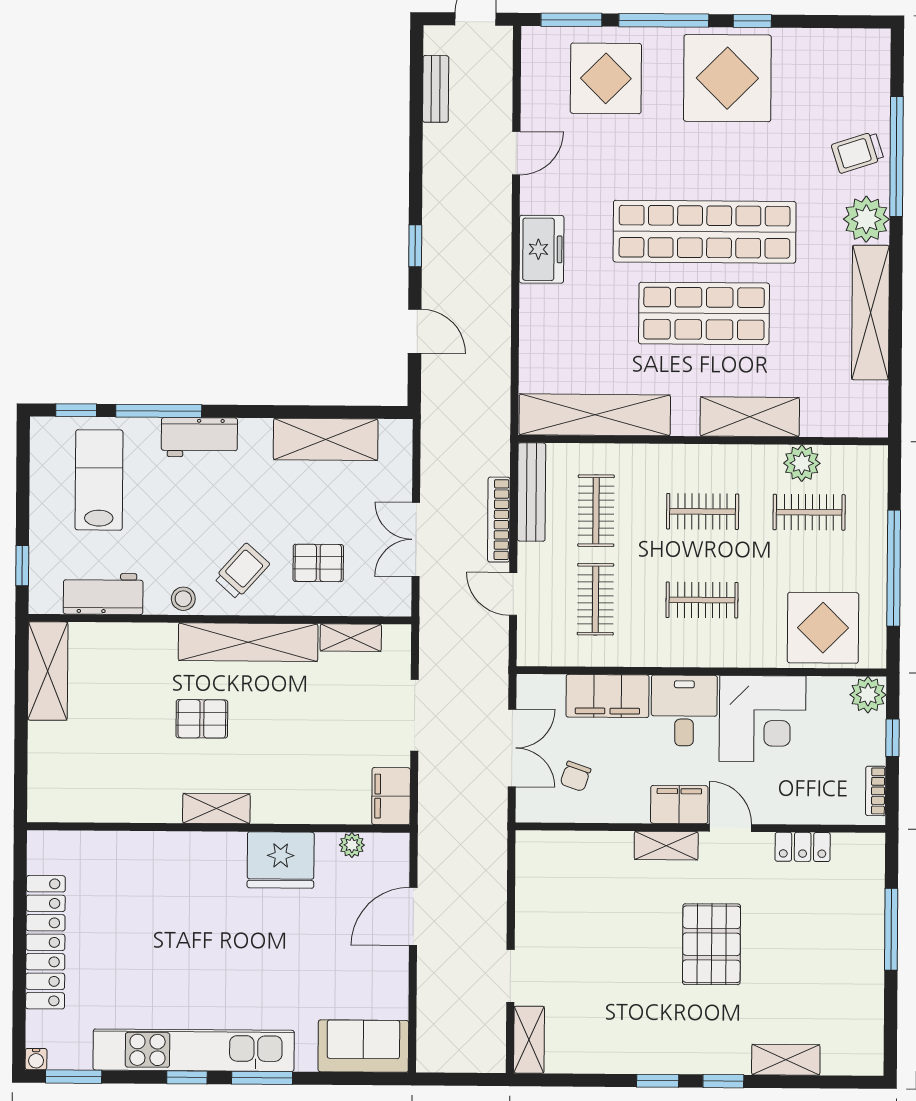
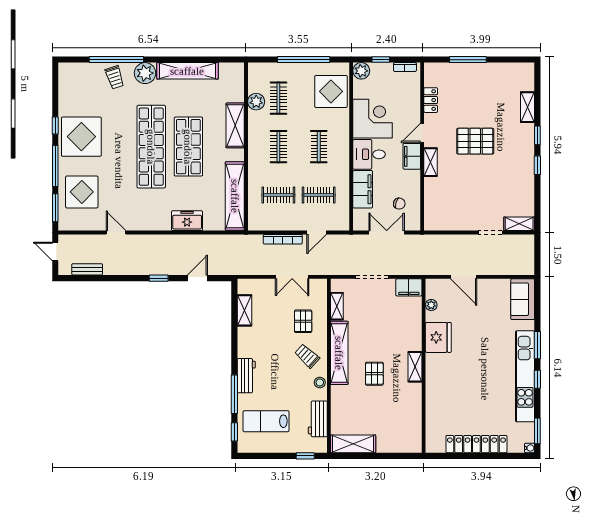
freezer: (541, 249) -> (187, 221), moved
shelving: (326, 439) -> (245, 310), width x0.67, depth x0.75
bench: (532, 492) -> (270, 224), removed

